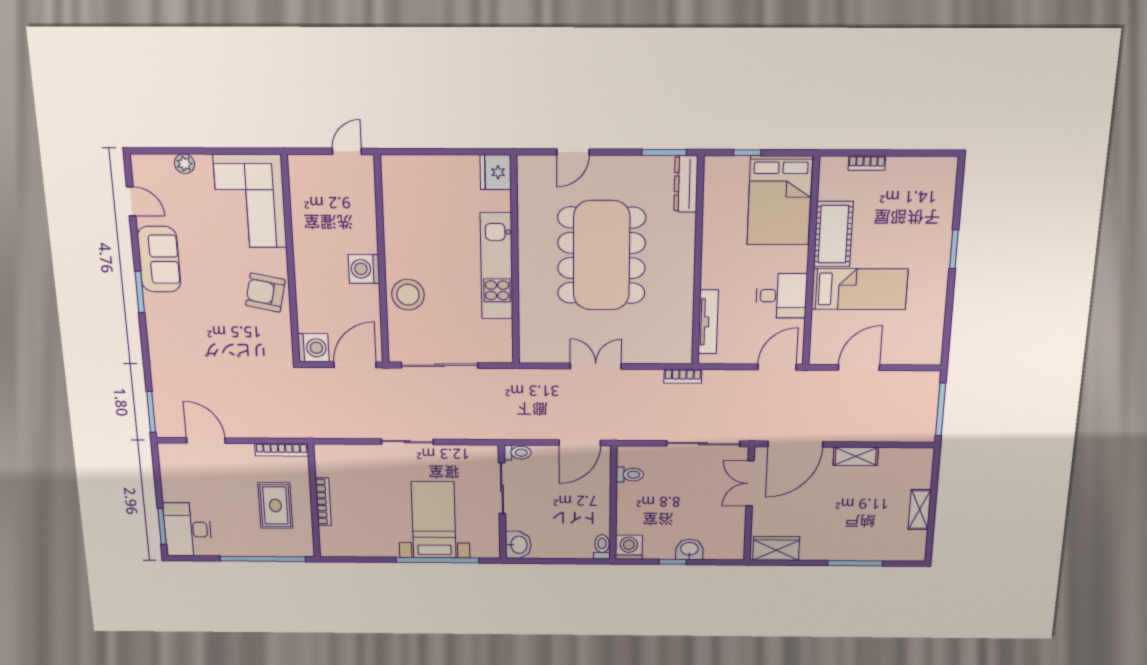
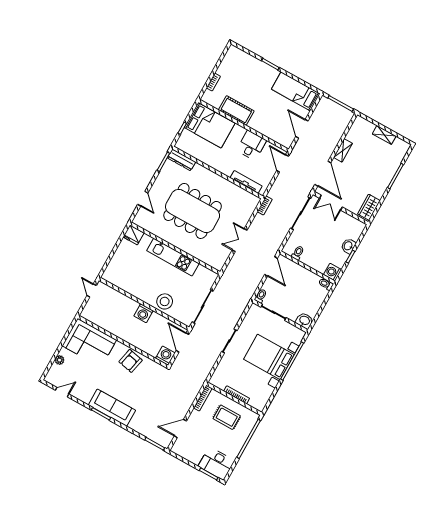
sofa: (159, 259) -> (112, 408), moved, width x1.36
bed: (860, 289) -> (296, 91), moved, turned -90
bed with nightstands: (434, 520) -> (269, 357), width x1.36

